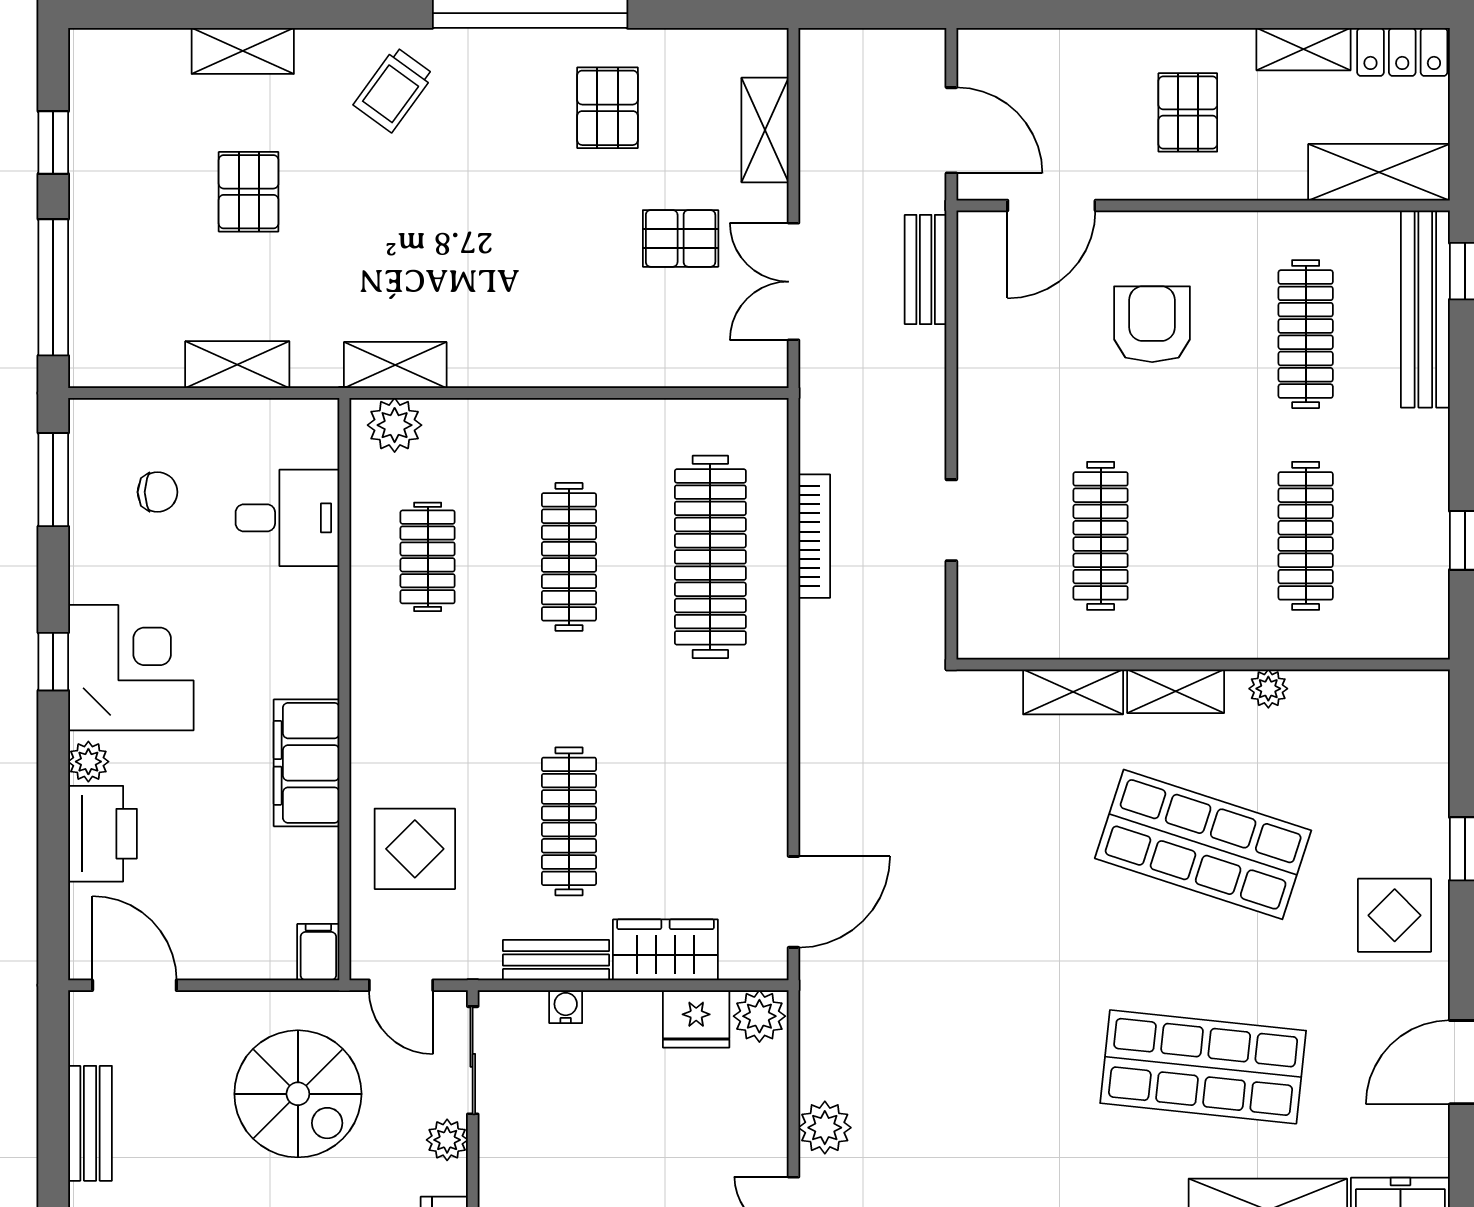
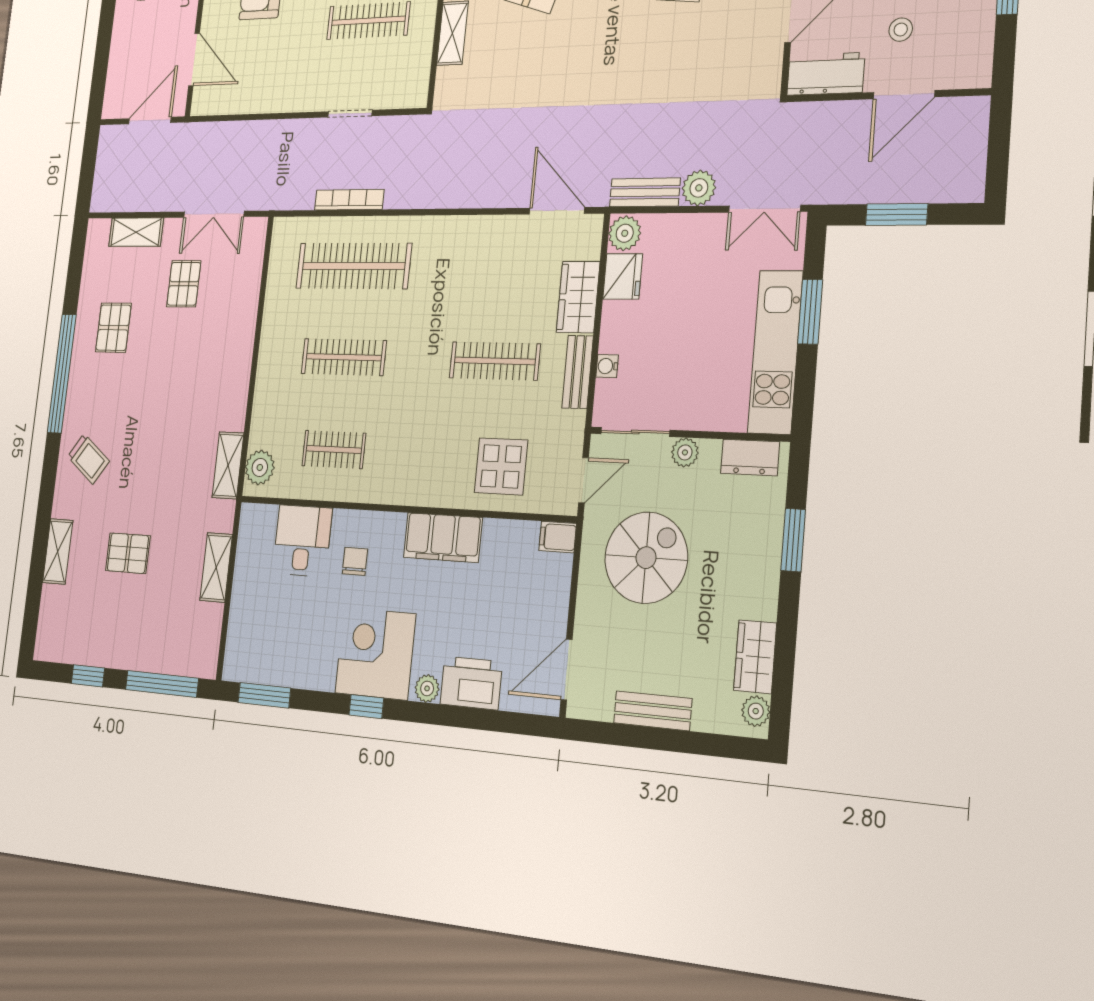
pallet: (608, 108) -> (113, 328), turned 90
bench: (926, 269) -> (645, 192), moved
chair: (157, 492) -> (355, 561), moved

